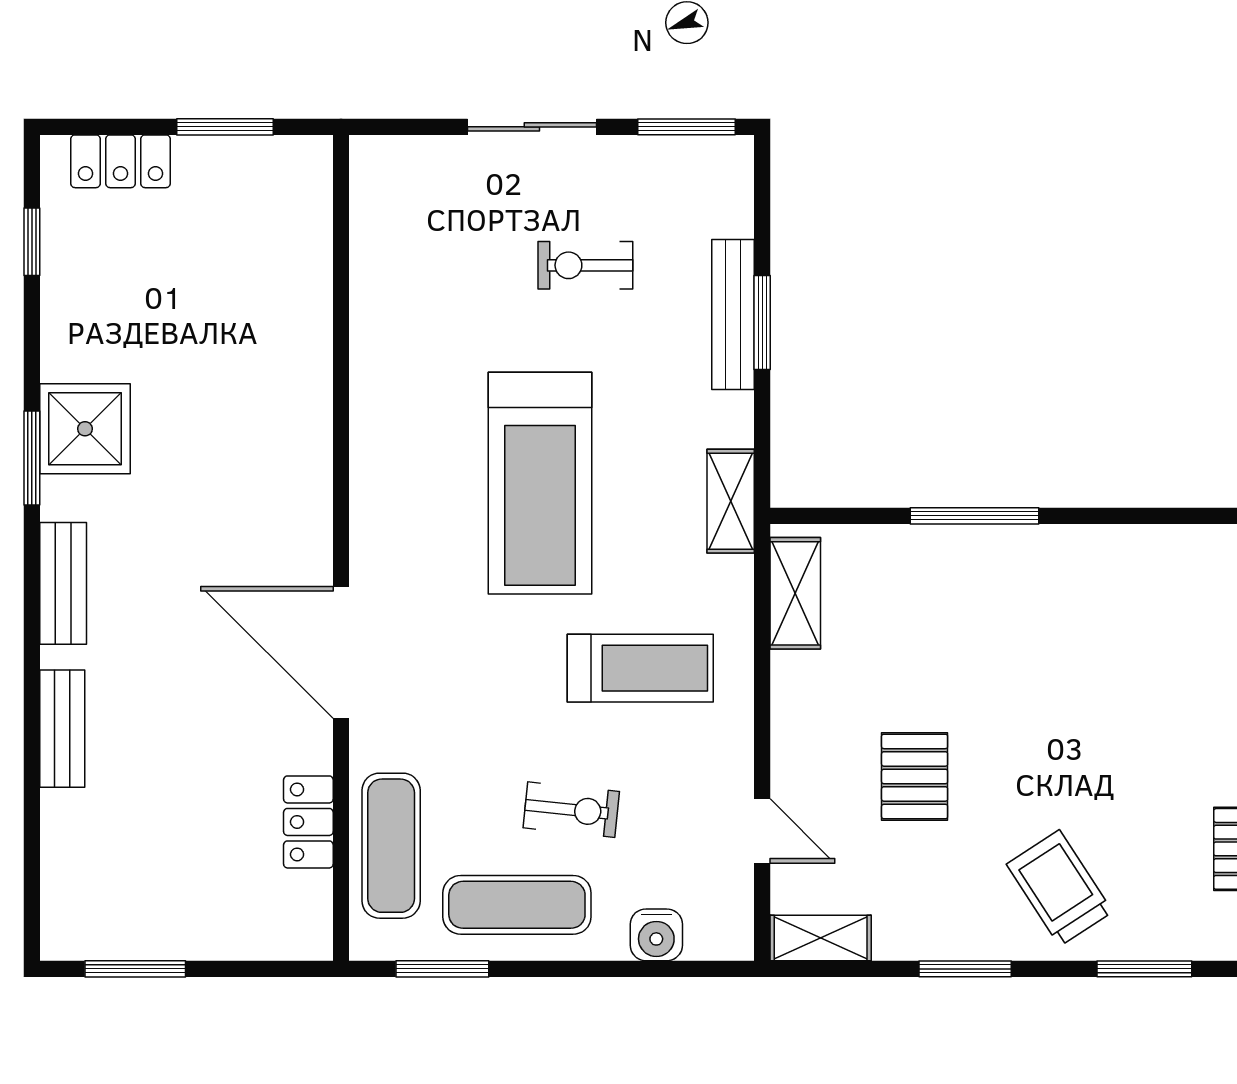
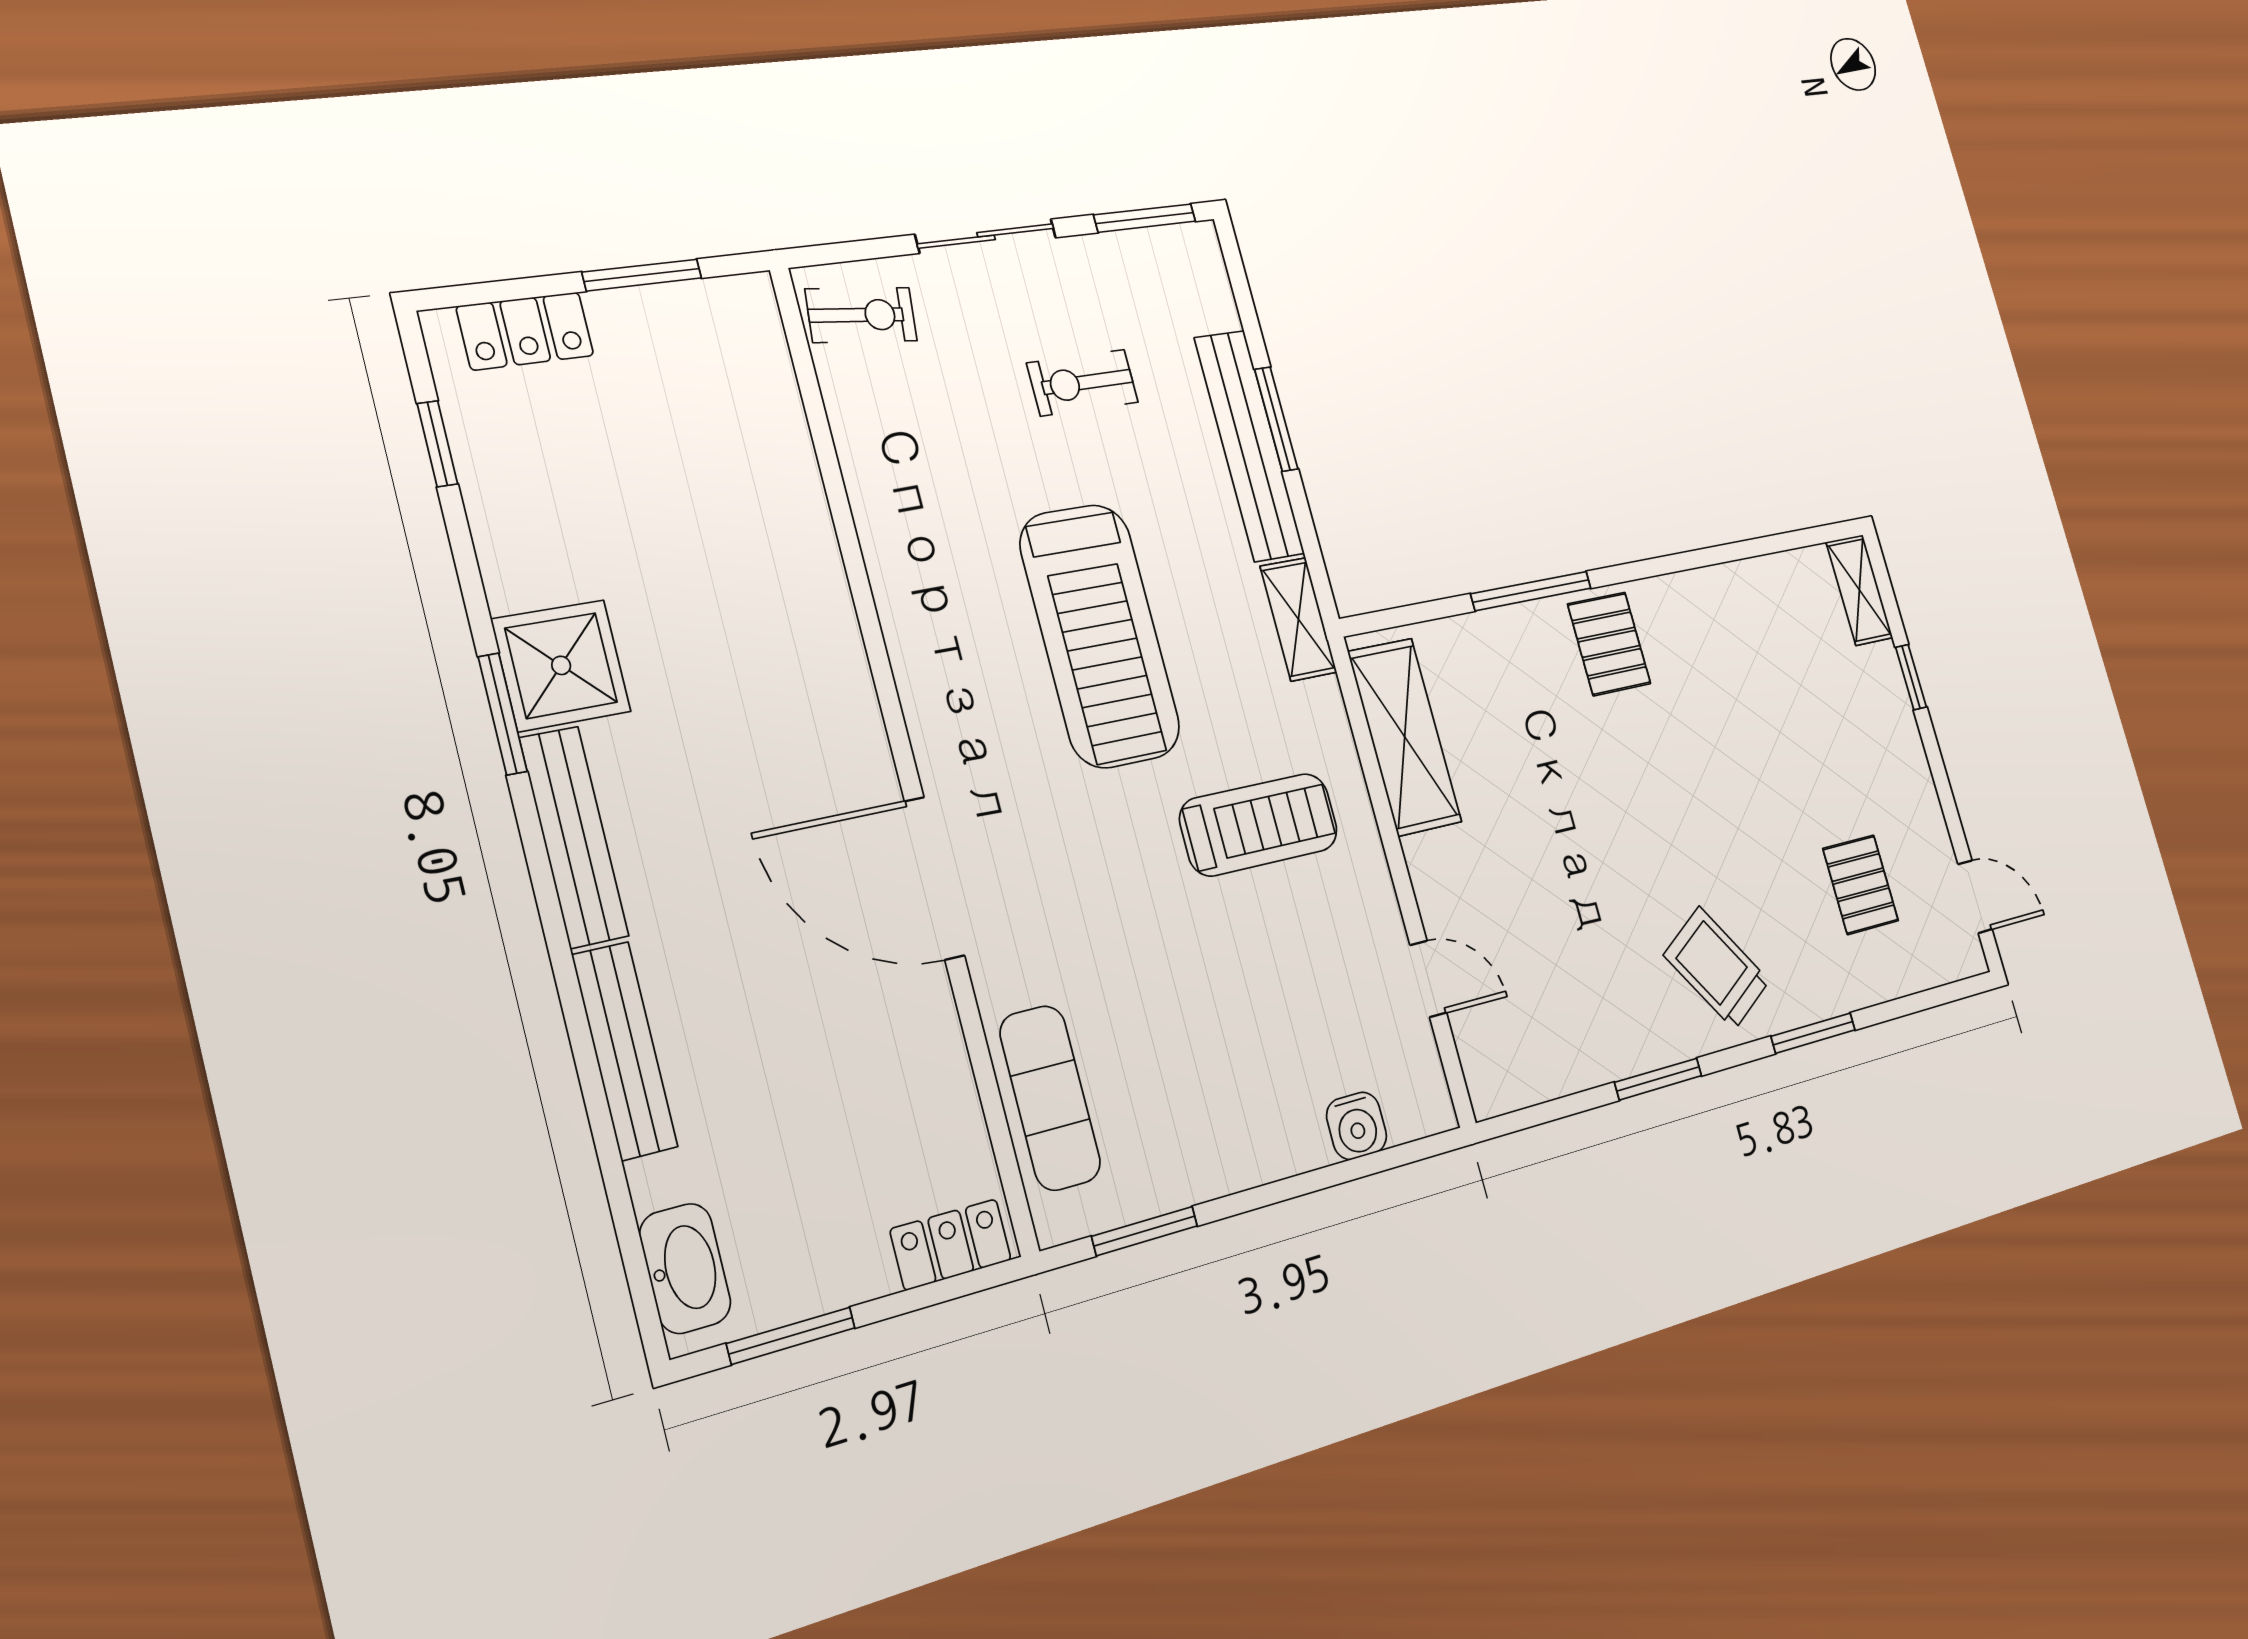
bench: (733, 315) -> (1249, 446), width x1.37, depth x1.21
bench: (63, 583) -> (574, 837), width x1.36
shelving: (795, 593) -> (1405, 737), width x1.50, depth x1.33
bench: (62, 729) -> (625, 1051), width x1.36
pallet: (915, 776) -> (1609, 644), moved
exercise bike: (571, 810) -> (861, 315), moved
locker: (308, 822) -> (951, 1245), moved, turned 90
washbasin: (68, 898) -> (685, 1268), added
exercise mat: (517, 905) -> (1204, 1131), removed
shelving: (821, 938) -> (1517, 1084), removed

